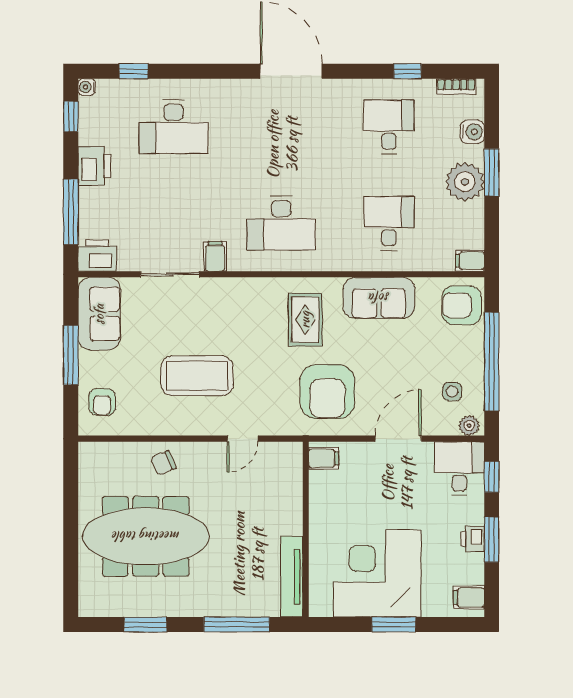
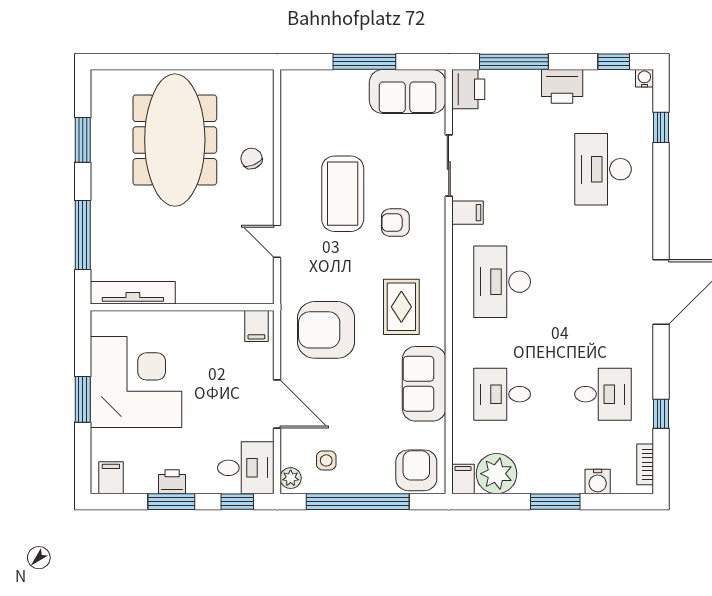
plant: (465, 182) -> (496, 474), moved
desk: (389, 223) -> (502, 394), turned 180
rug: (305, 320) -> (401, 307), turned 90
armchair: (102, 402) -> (395, 223), moved

